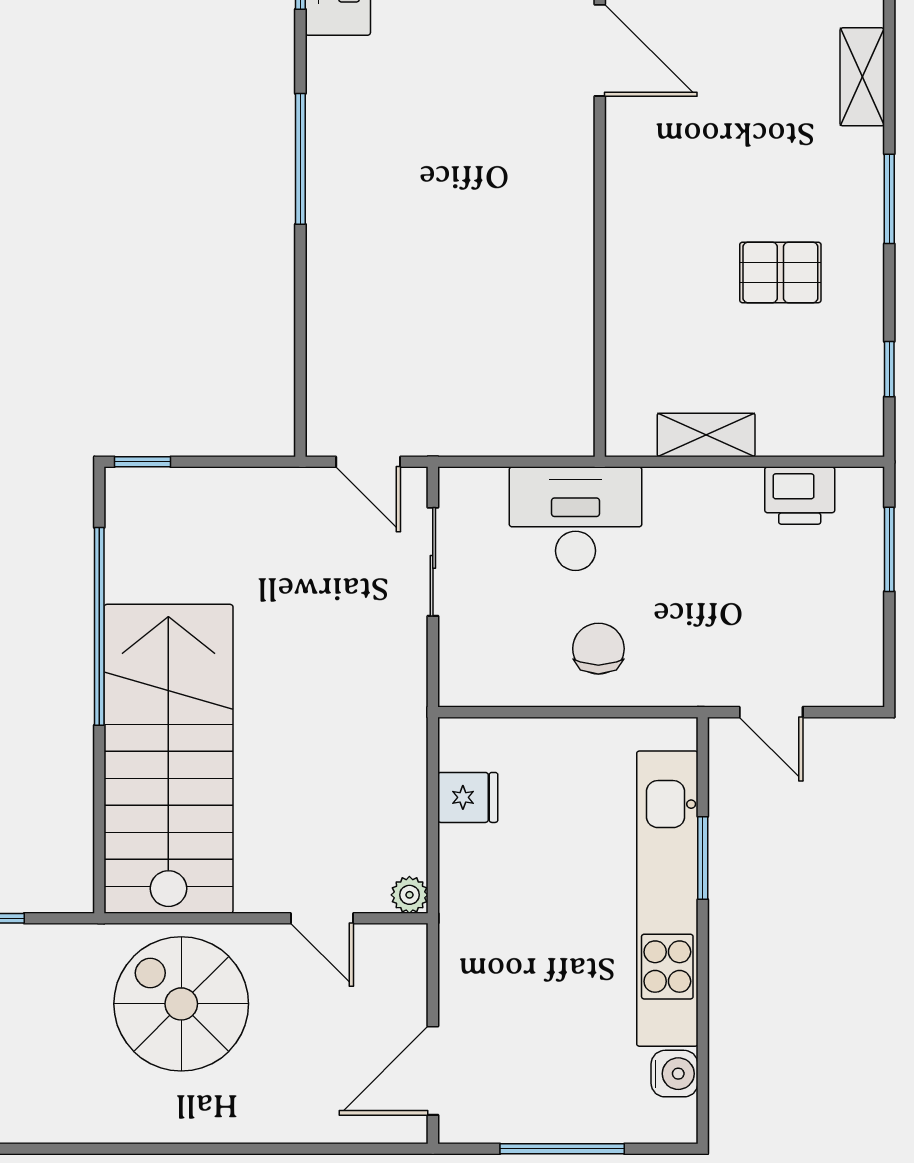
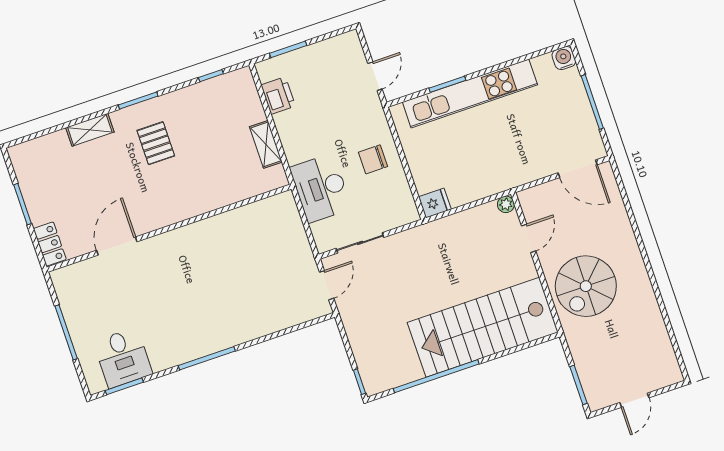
pallet: (780, 272) -> (156, 143), moved
fridge: (468, 797) -> (435, 203), moved, turned 90
water cooler: (674, 1074) -> (564, 58), moved

